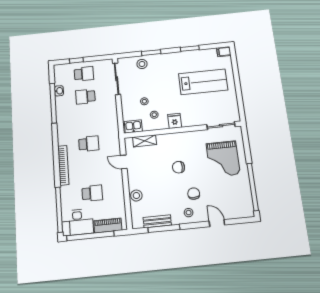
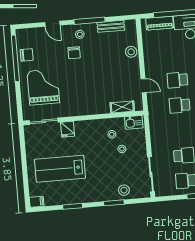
fridge: (175, 121) -> (68, 129), moved
chair: (179, 167) -> (27, 55), moved
school desk: (92, 193) -> (177, 80), moved
window: (164, 228) -> (90, 21), moved

